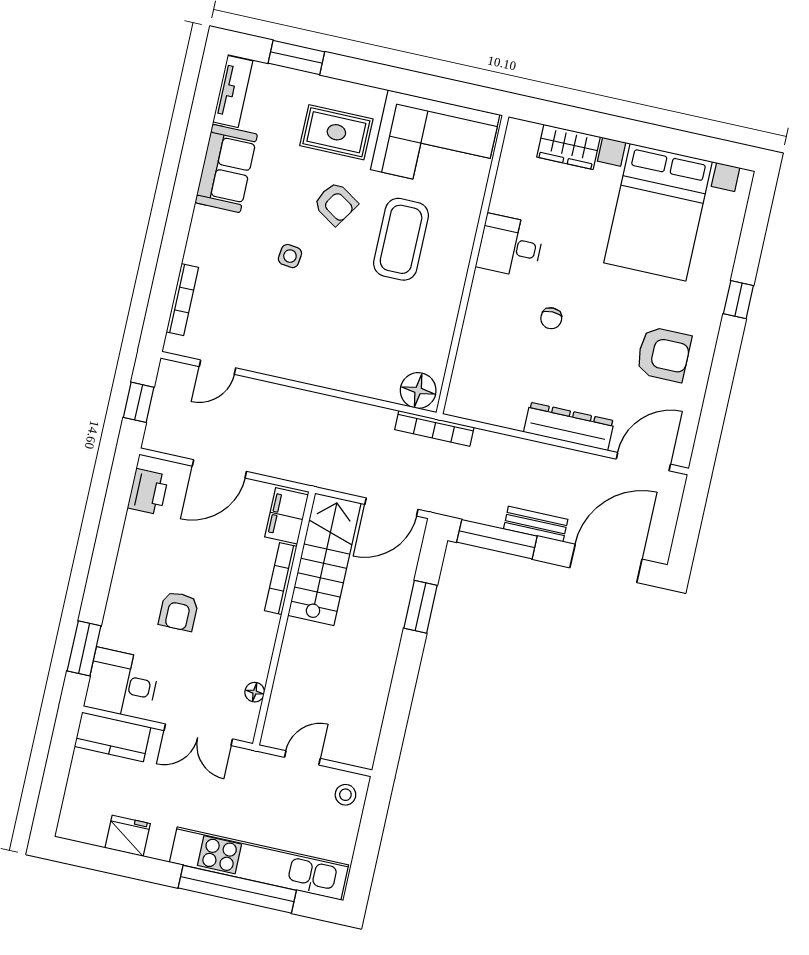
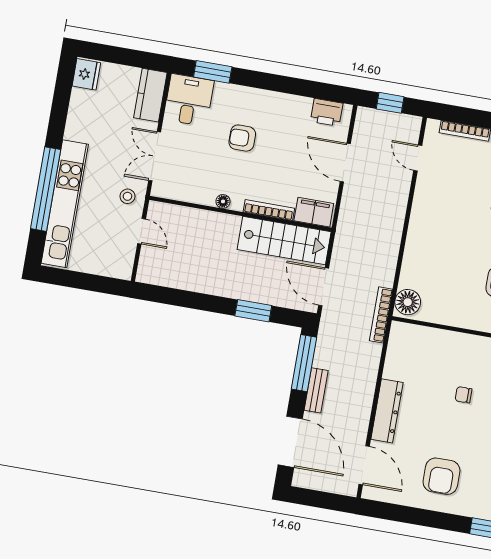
floor lamp: (255, 692) -> (223, 201), moved
stool: (345, 795) -> (127, 196), moved
fridge: (128, 836) -> (86, 74), moved

